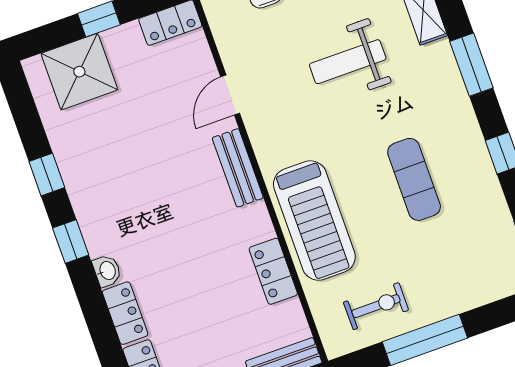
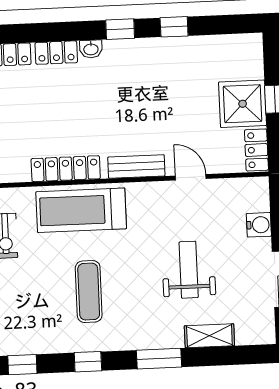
shower: (79, 72) -> (243, 104), moved
exercise mat: (414, 179) -> (89, 292), turned 90
locker: (273, 271) -> (66, 169), width x1.53

